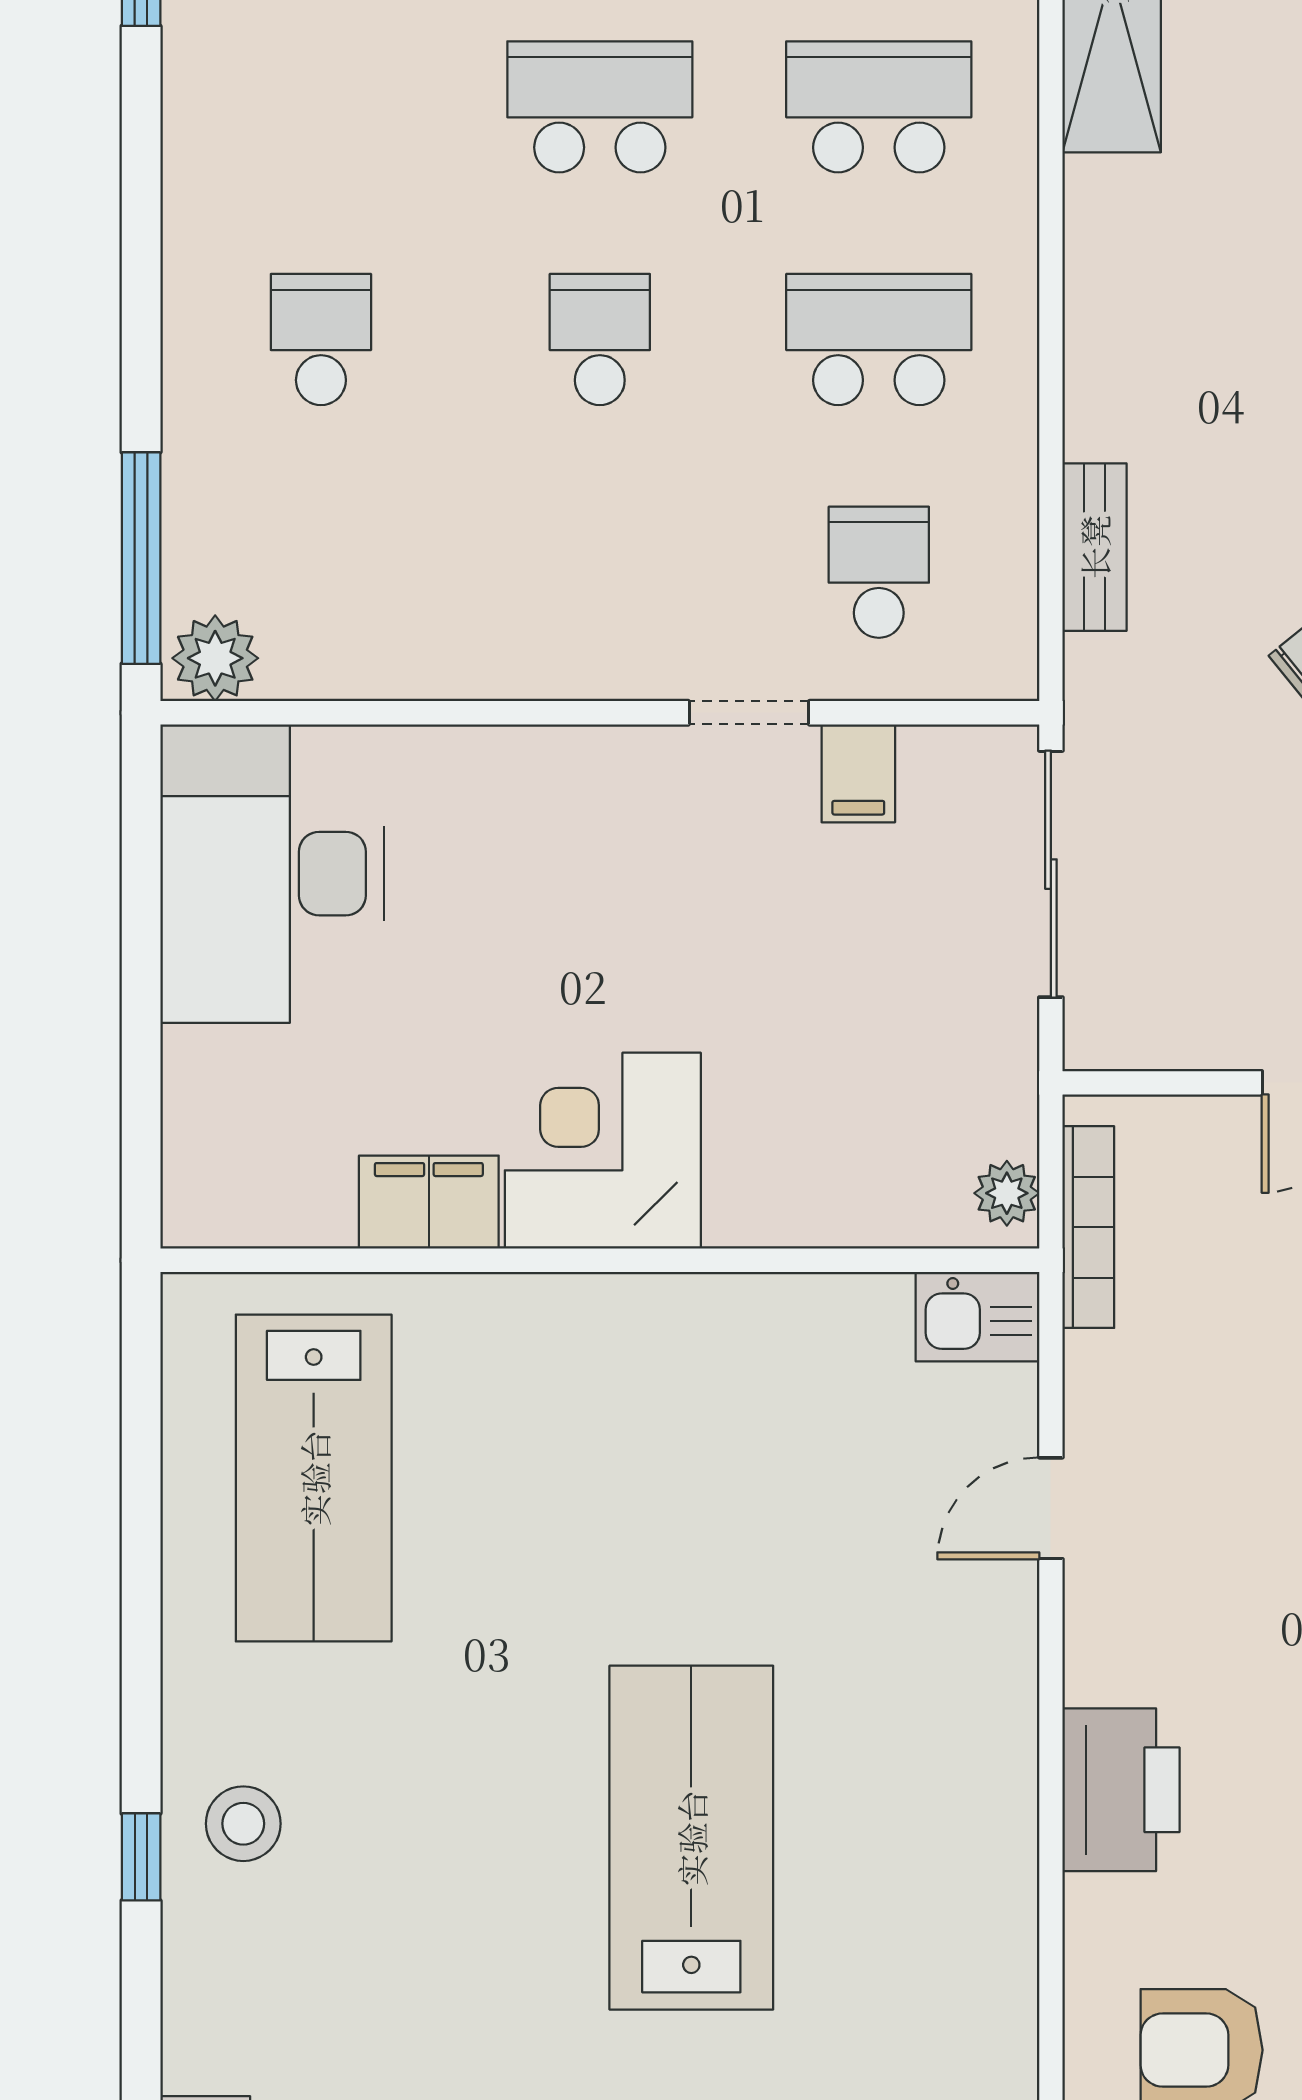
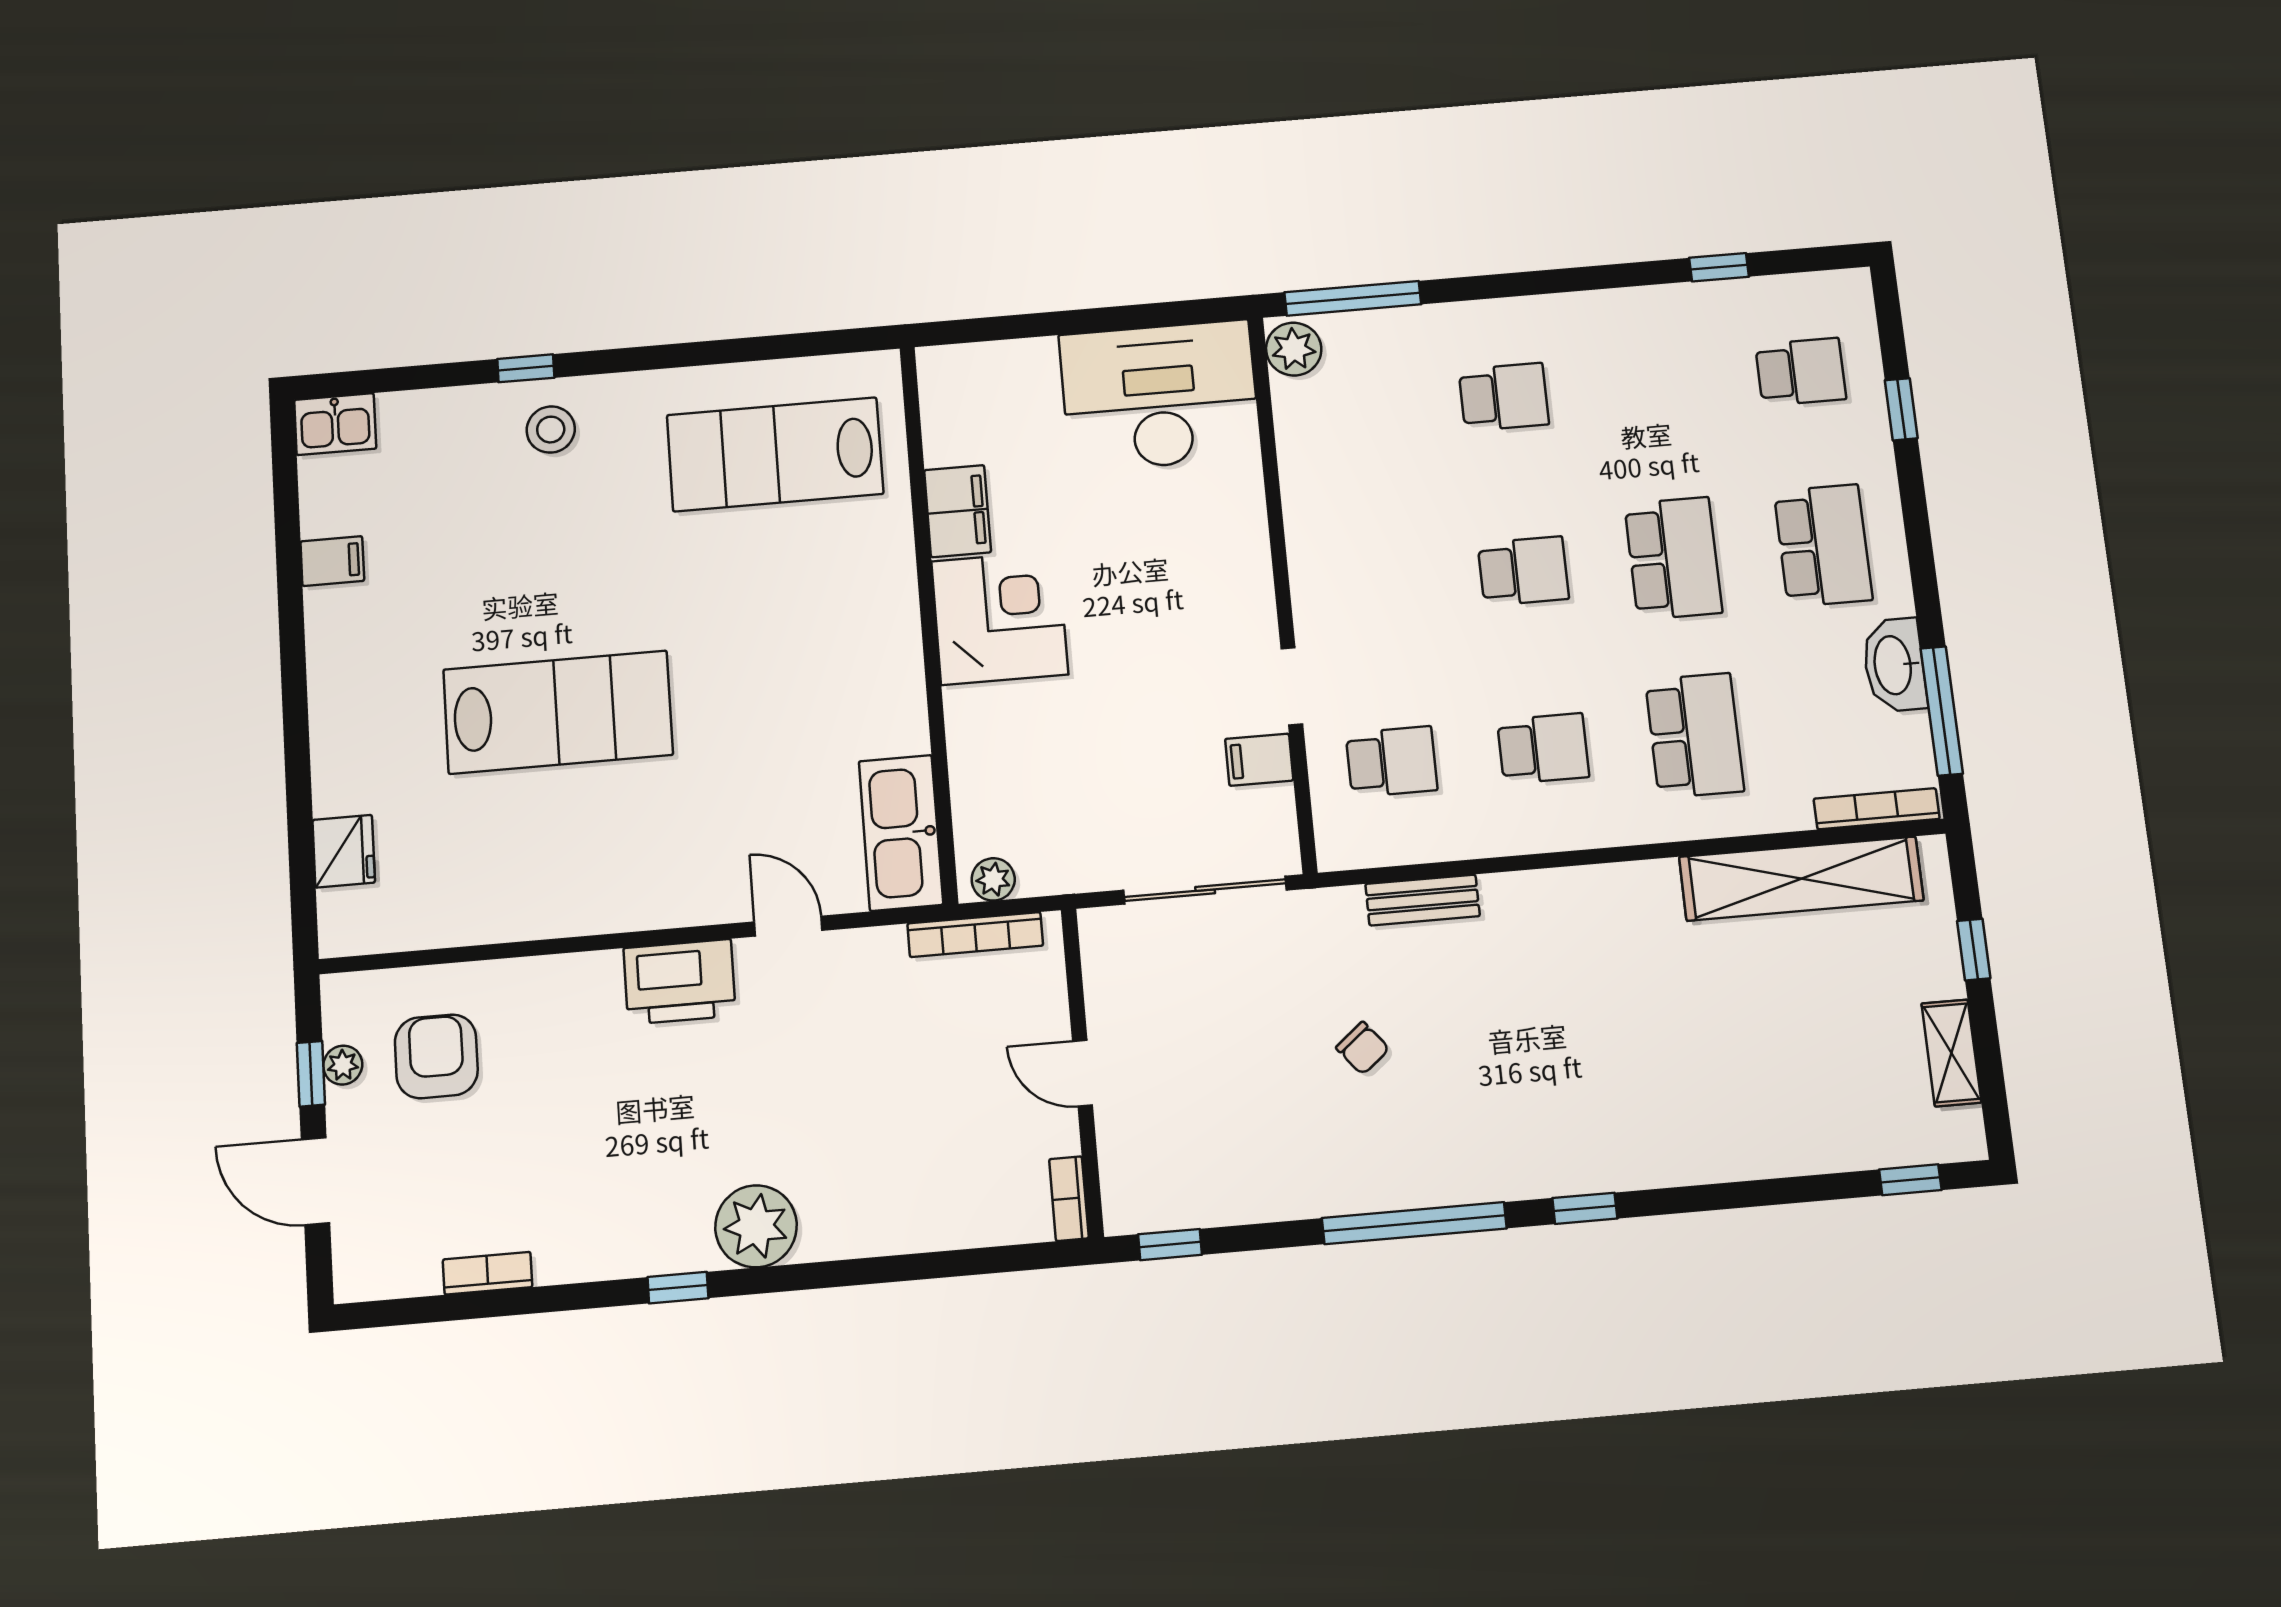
school desk: (879, 340) -> (1543, 749), width x0.54
kitchen sink: (977, 1317) -> (901, 833), width x1.87, depth x1.24
printer: (1121, 1790) -> (680, 982), moved

